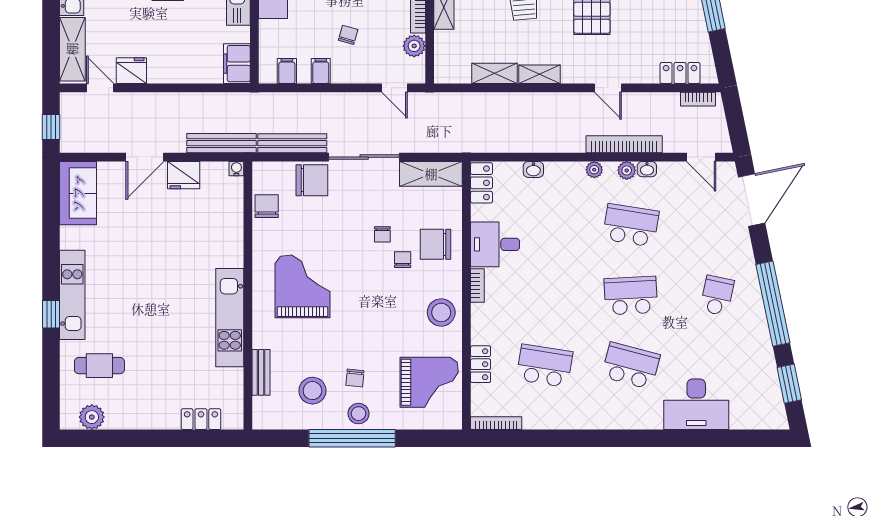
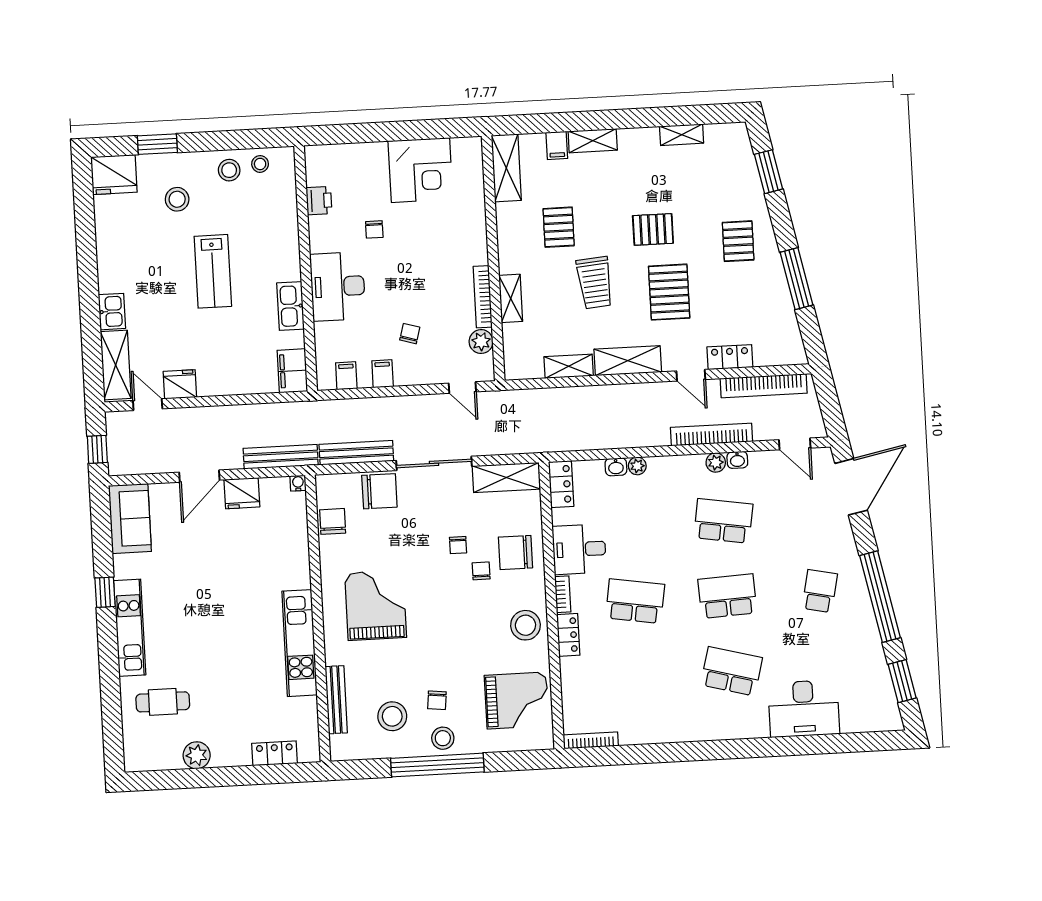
locker: (680, 73) -> (730, 357), moved
shelving: (539, 74) -> (628, 361), width x1.50, depth x1.33
bookcase: (698, 99) -> (764, 386), width x2.31, depth x1.31
plant: (594, 170) -> (637, 466), moved
window: (51, 314) -> (105, 592), moved
locker: (481, 364) -> (568, 635), moved
school desk: (545, 366) -> (635, 601), moved
bench: (261, 372) -> (336, 700), width x1.36
plant: (92, 417) -> (197, 755), moved

